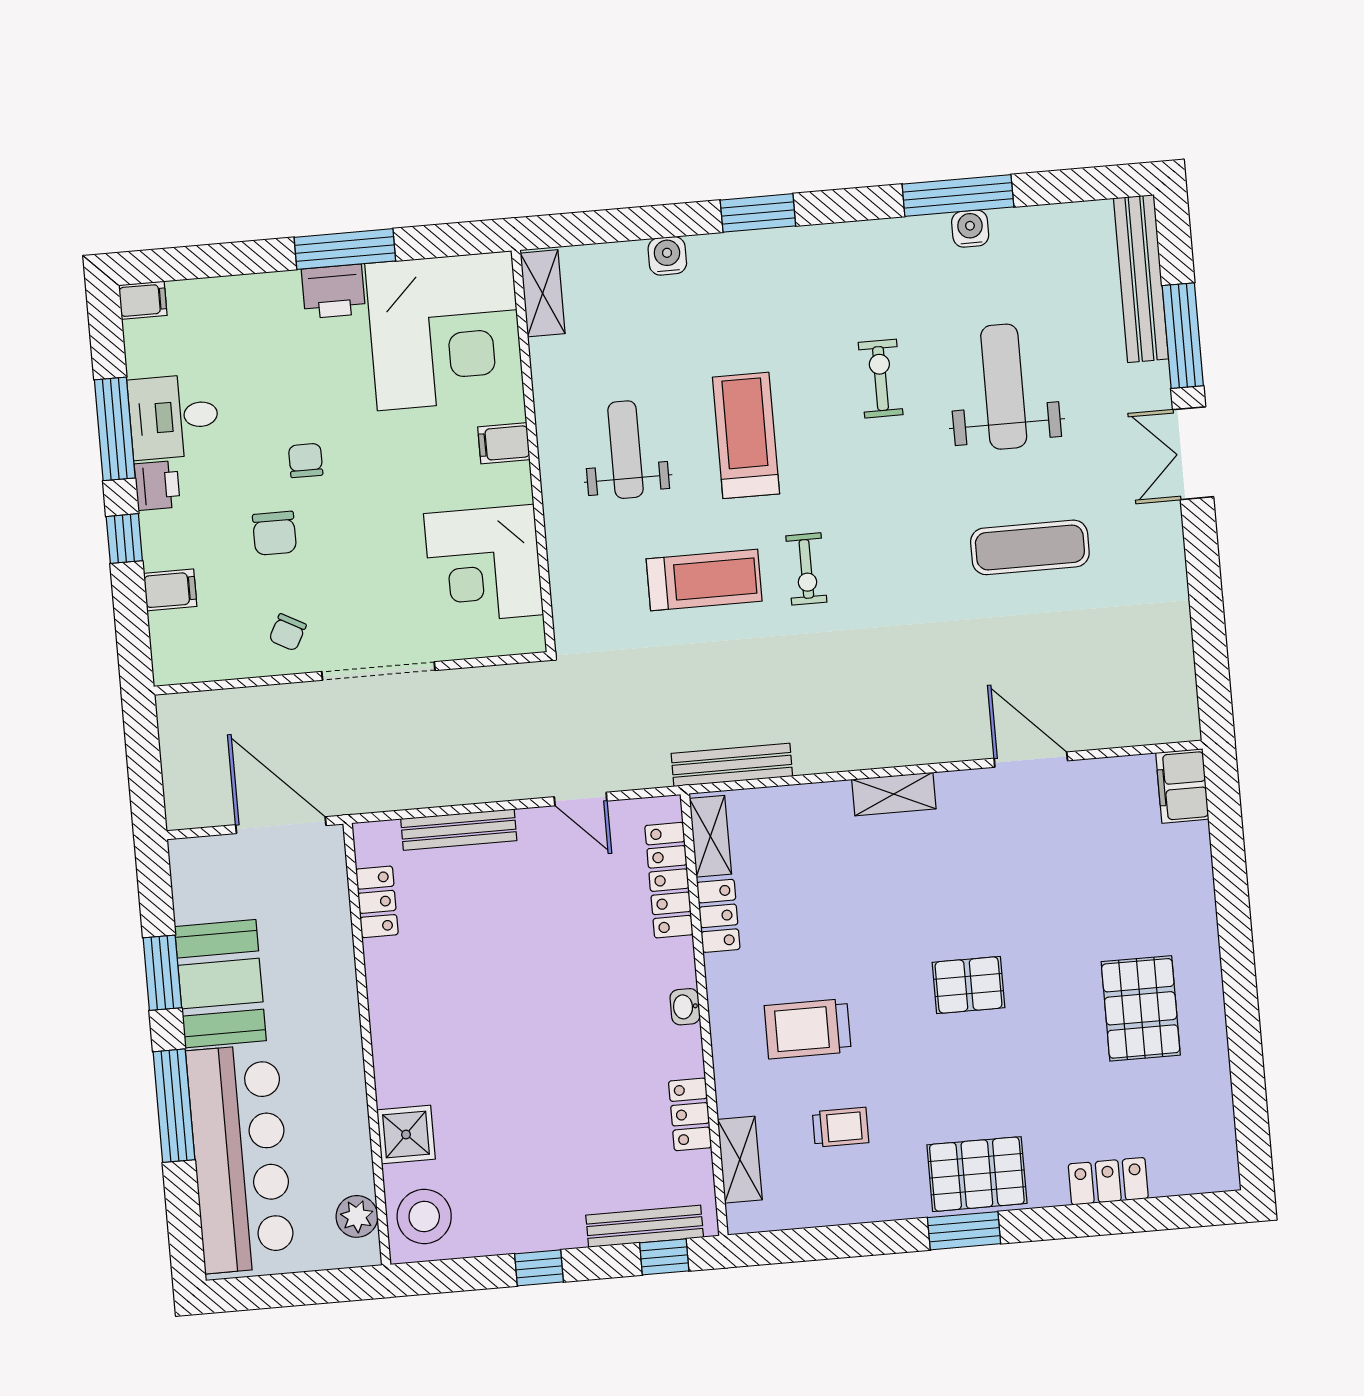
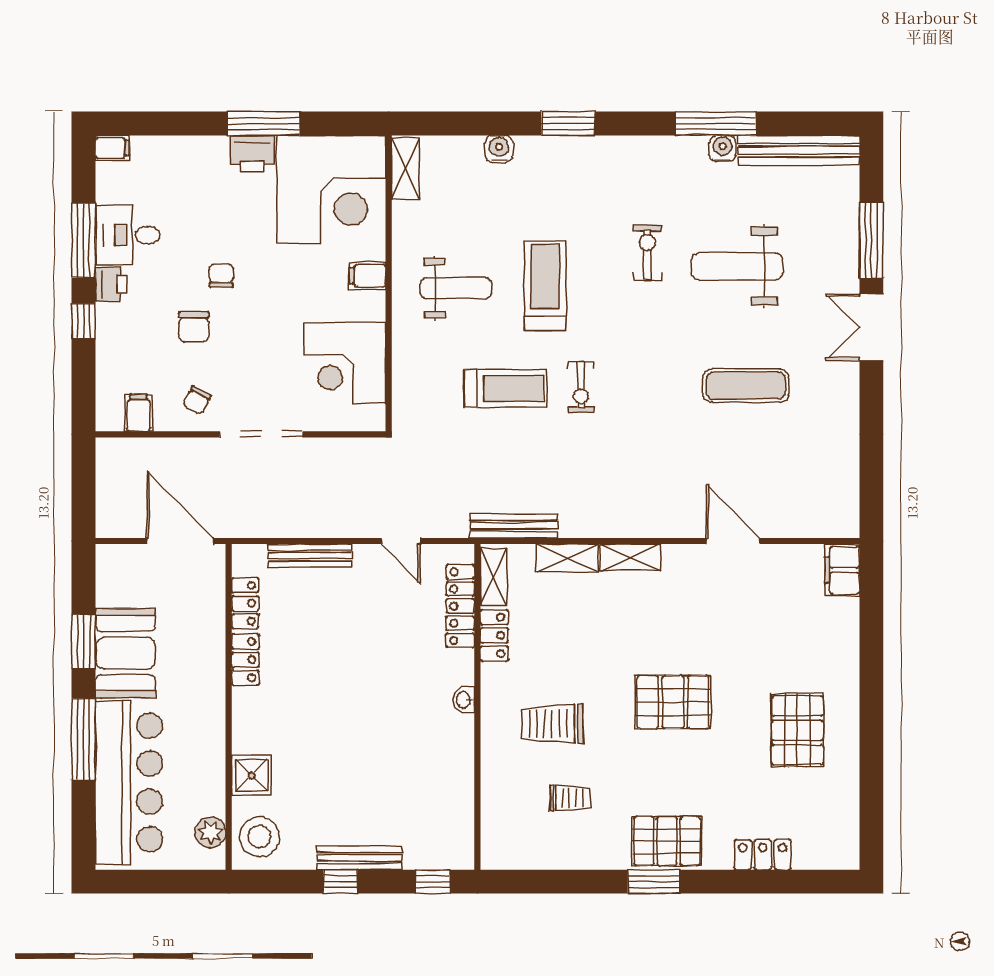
bench: (1141, 279) -> (799, 150), moved, turned 90
weight bench: (1004, 387) -> (737, 266), turned -90
weight bench: (626, 450) -> (456, 288), turned 90
filing cabinet: (170, 590) -> (139, 413), moved, turned -90
pallet: (969, 985) -> (673, 702), width x1.50, depth x1.42
locker: (690, 1114) -> (245, 660), moved, turned 180
shelving: (740, 1160) -> (567, 558), moved, turned 90
bench: (645, 1226) -> (359, 858), moved

